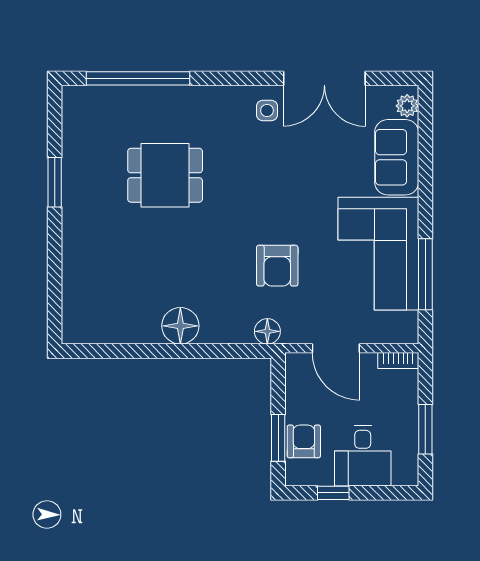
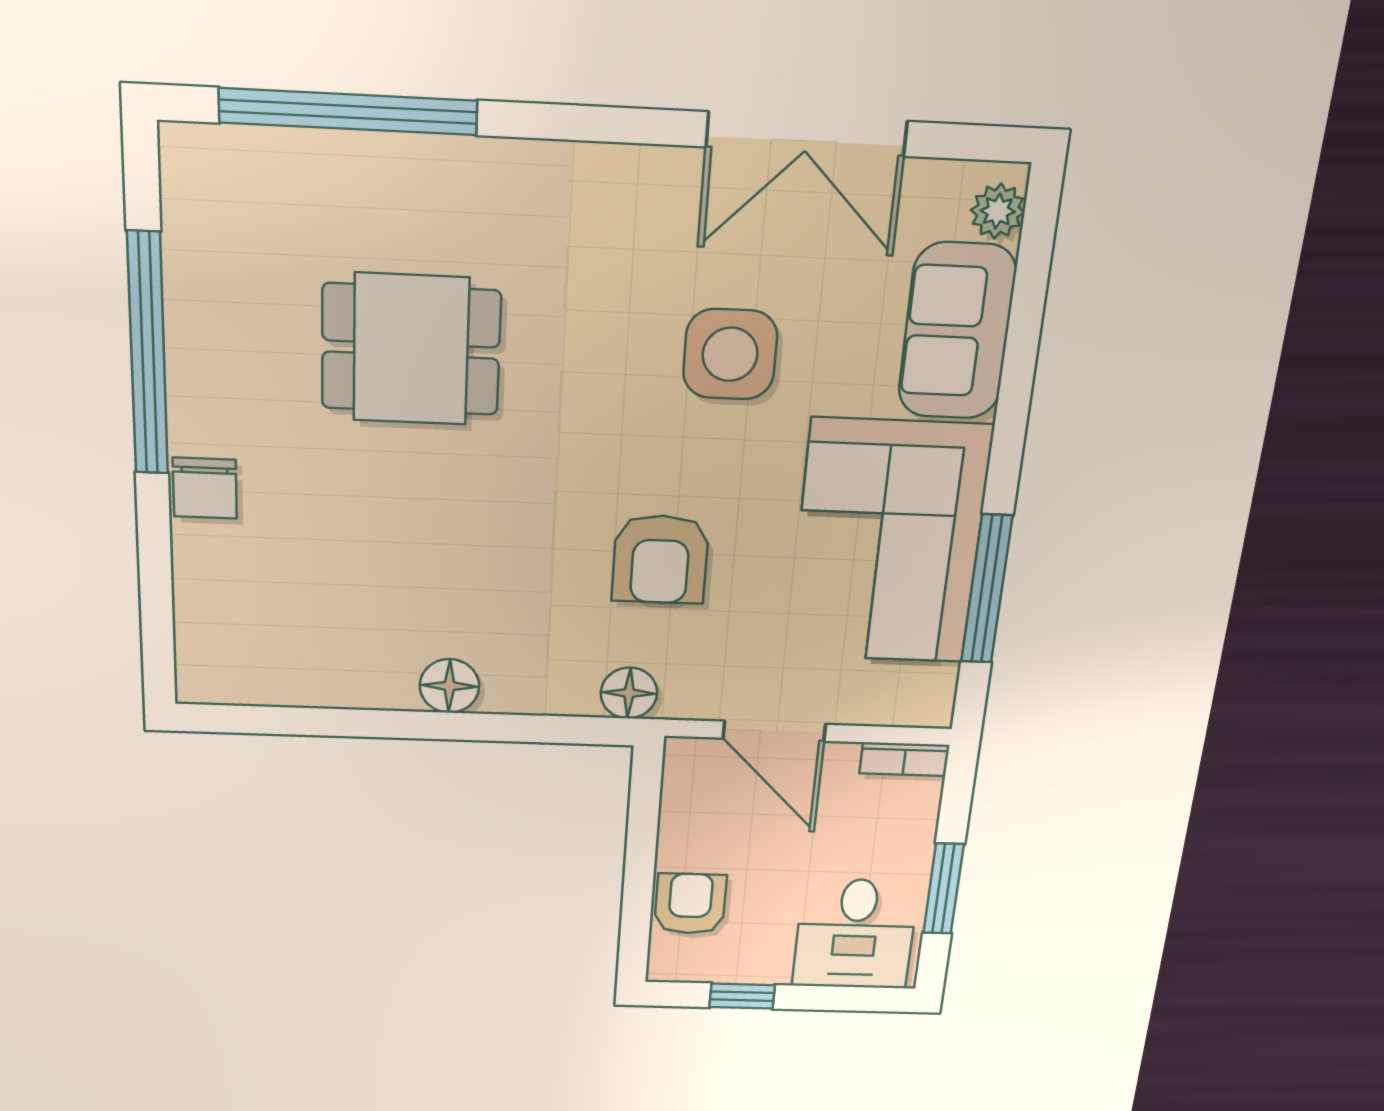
side table: (267, 111) -> (730, 354), moved, width x1.87, depth x1.87
window: (55, 182) -> (148, 355), width x2.11
chair: (77, 241) -> (205, 488), added
floor lamp: (180, 326) -> (449, 686), width x0.73, depth x0.73
window: (278, 438) -> (638, 896), removed
desk: (363, 456) -> (855, 934), moved

